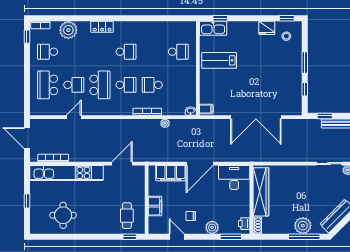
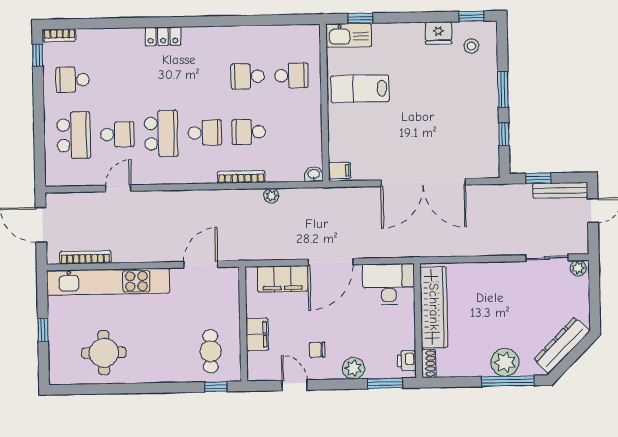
plant: (68, 30) -> (107, 43), removed
school desk: (126, 52) -> (248, 76), moved, turned 180
school desk: (48, 85) -> (74, 135), turned 180

